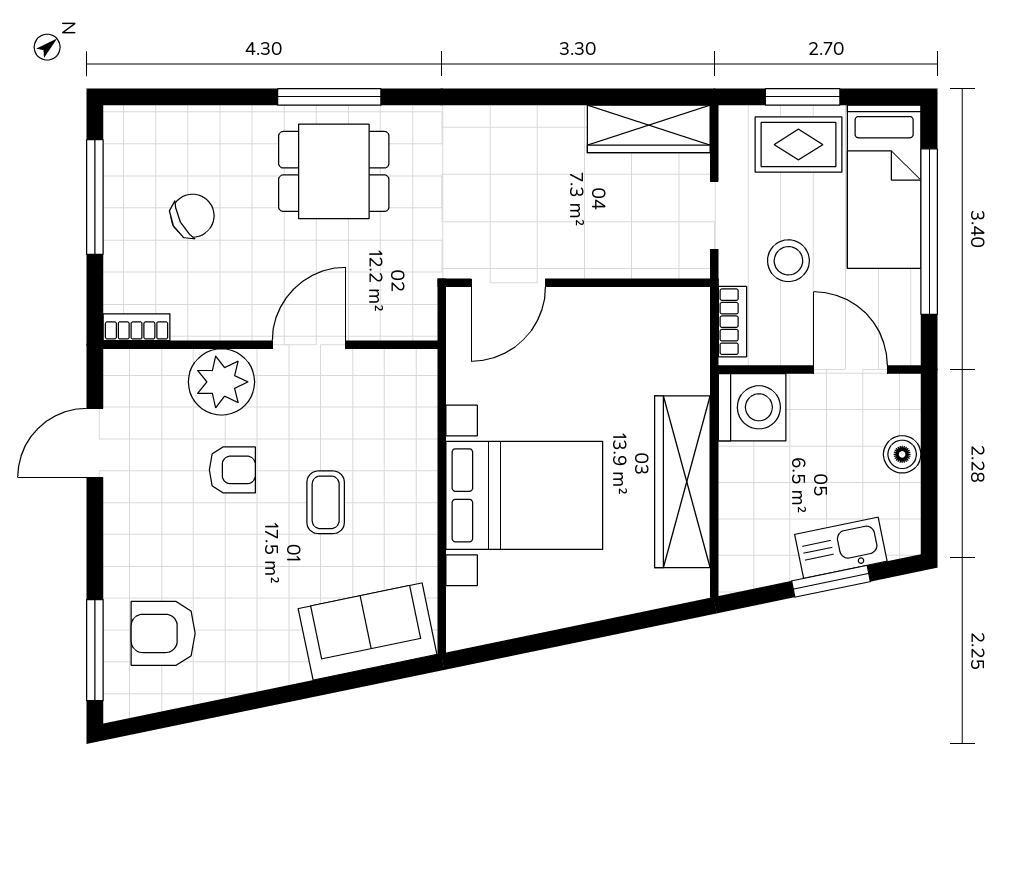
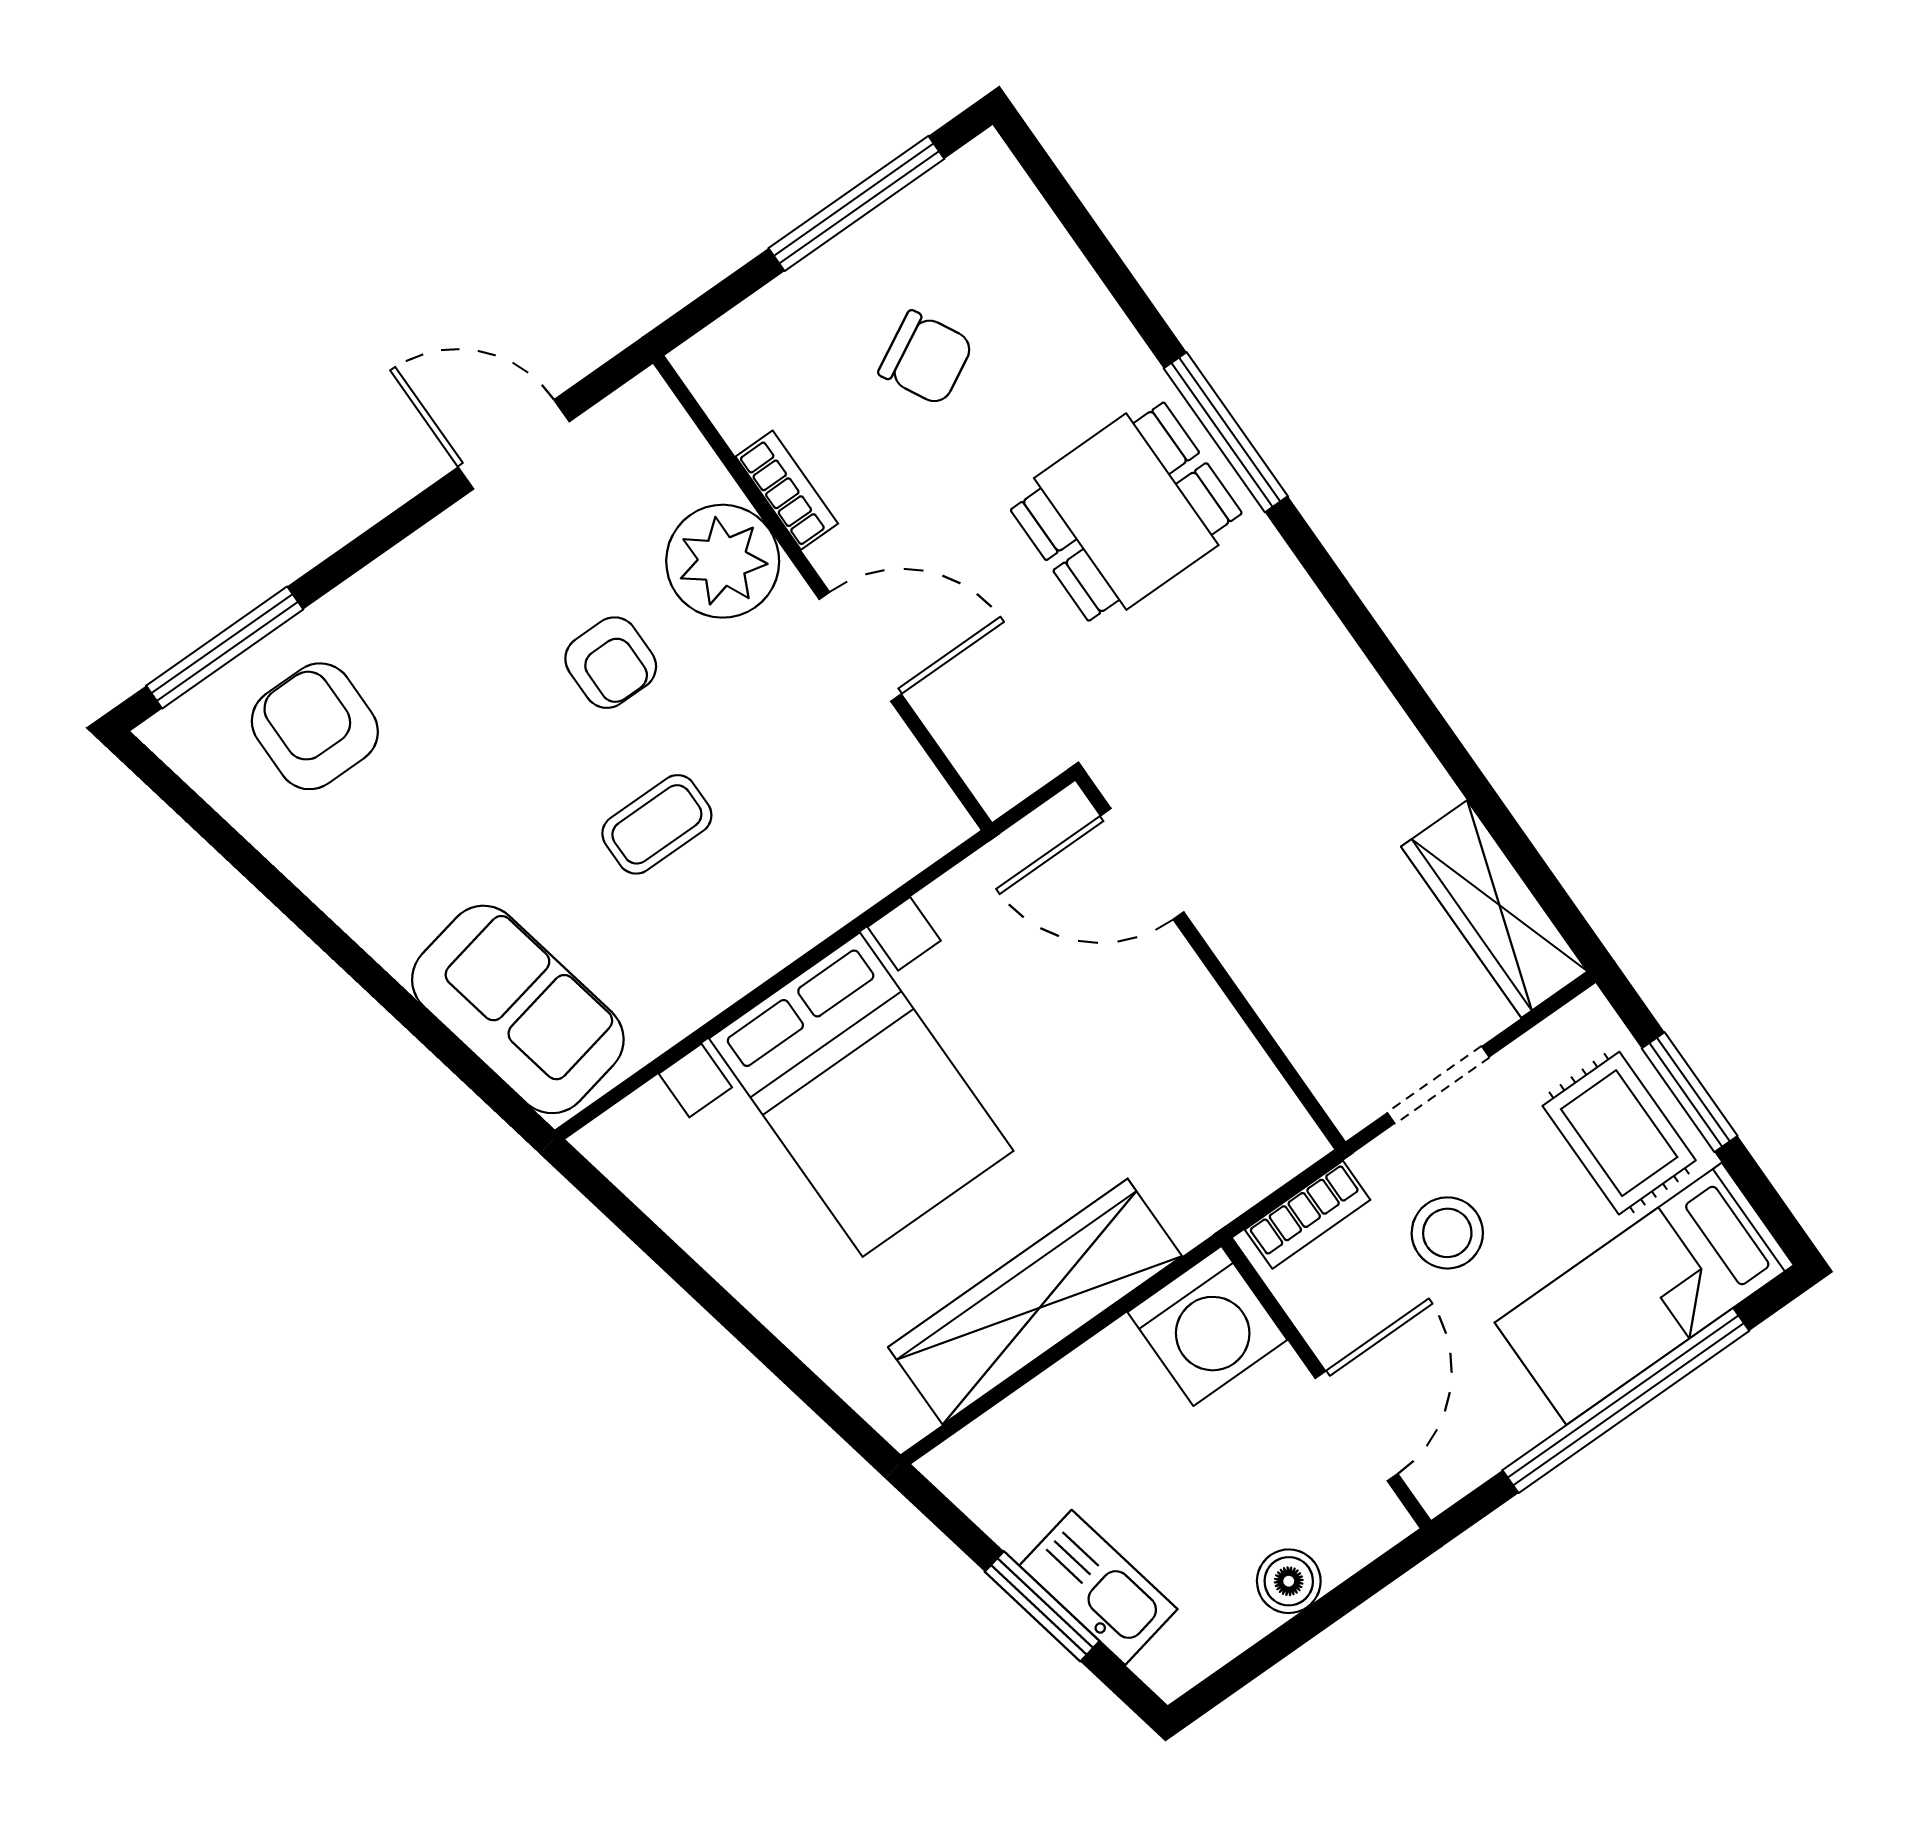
dining table: (334, 171) -> (1126, 512), turned 90
bookcase: (137, 327) -> (787, 490), moved

